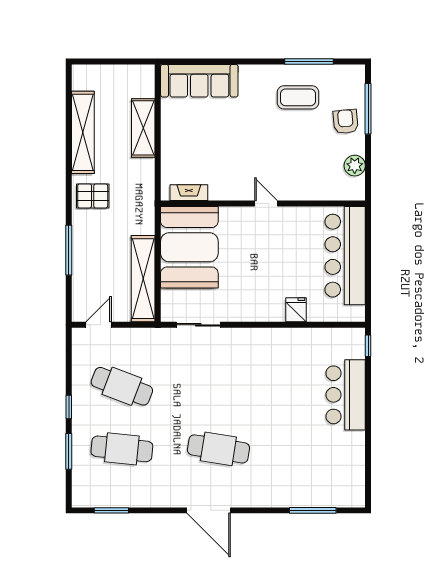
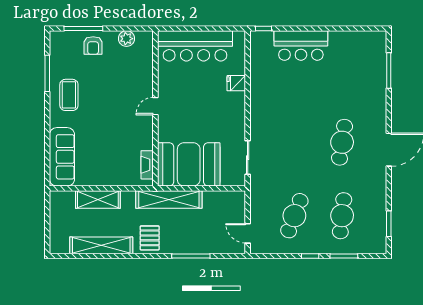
coffee table: (298, 97) -> (69, 95), moved
armchair: (346, 122) -> (93, 46), turned -85
shelving: (143, 279) -> (169, 200), moved

